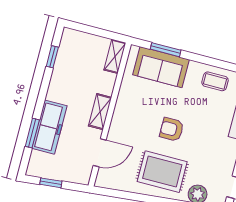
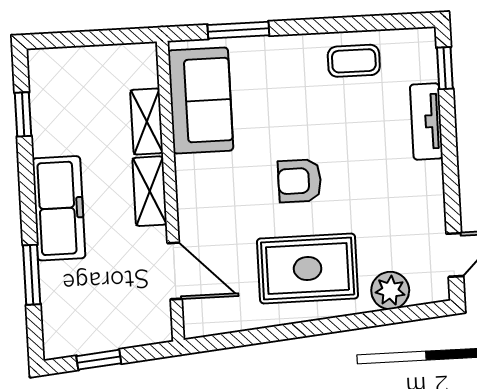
shelving: (115, 56) -> (147, 122), moved
sofa: (161, 67) -> (201, 100), moved, turned -90
freezer: (49, 127) -> (59, 208), moved
door: (100, 153) -> (175, 271), hinge flipped

